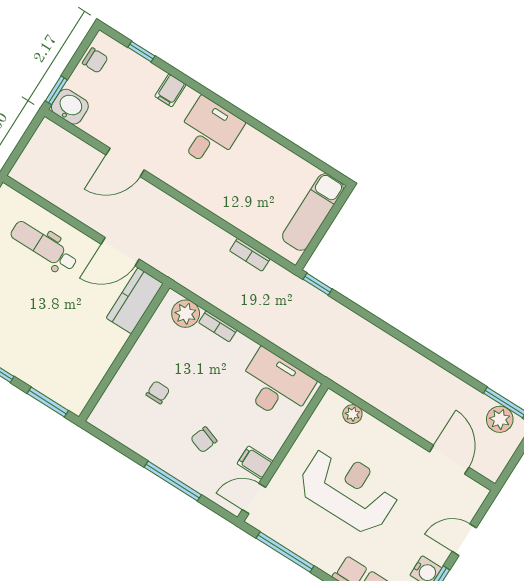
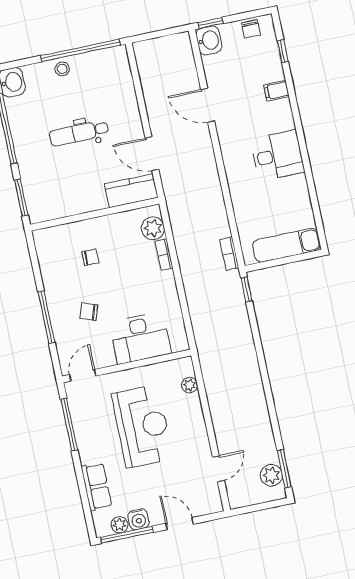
desk: (209, 132) -> (277, 155), moved
dental chair: (44, 246) -> (79, 133), moved, turned -90
bookcase: (250, 255) -> (229, 254), moved
desk: (276, 385) -> (140, 338), moved, turned 90
door: (449, 460) -> (218, 469), width x0.73
filing cabinet: (255, 463) -> (105, 355), removed
door: (254, 498) -> (83, 375), hinge flipped

